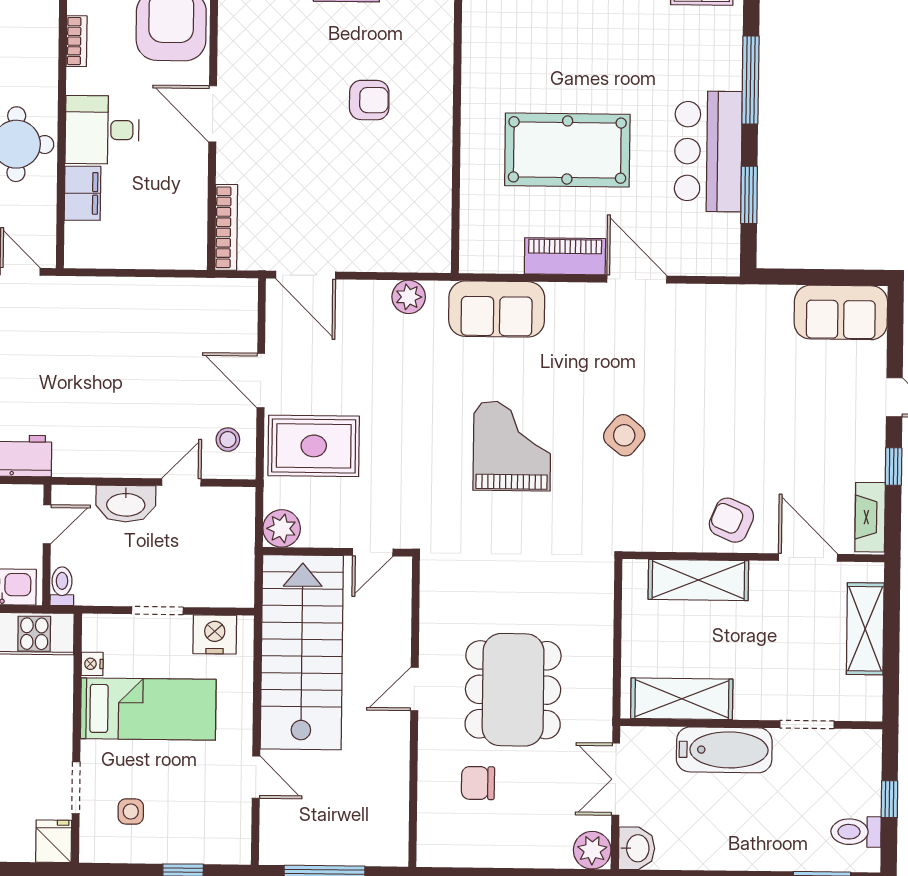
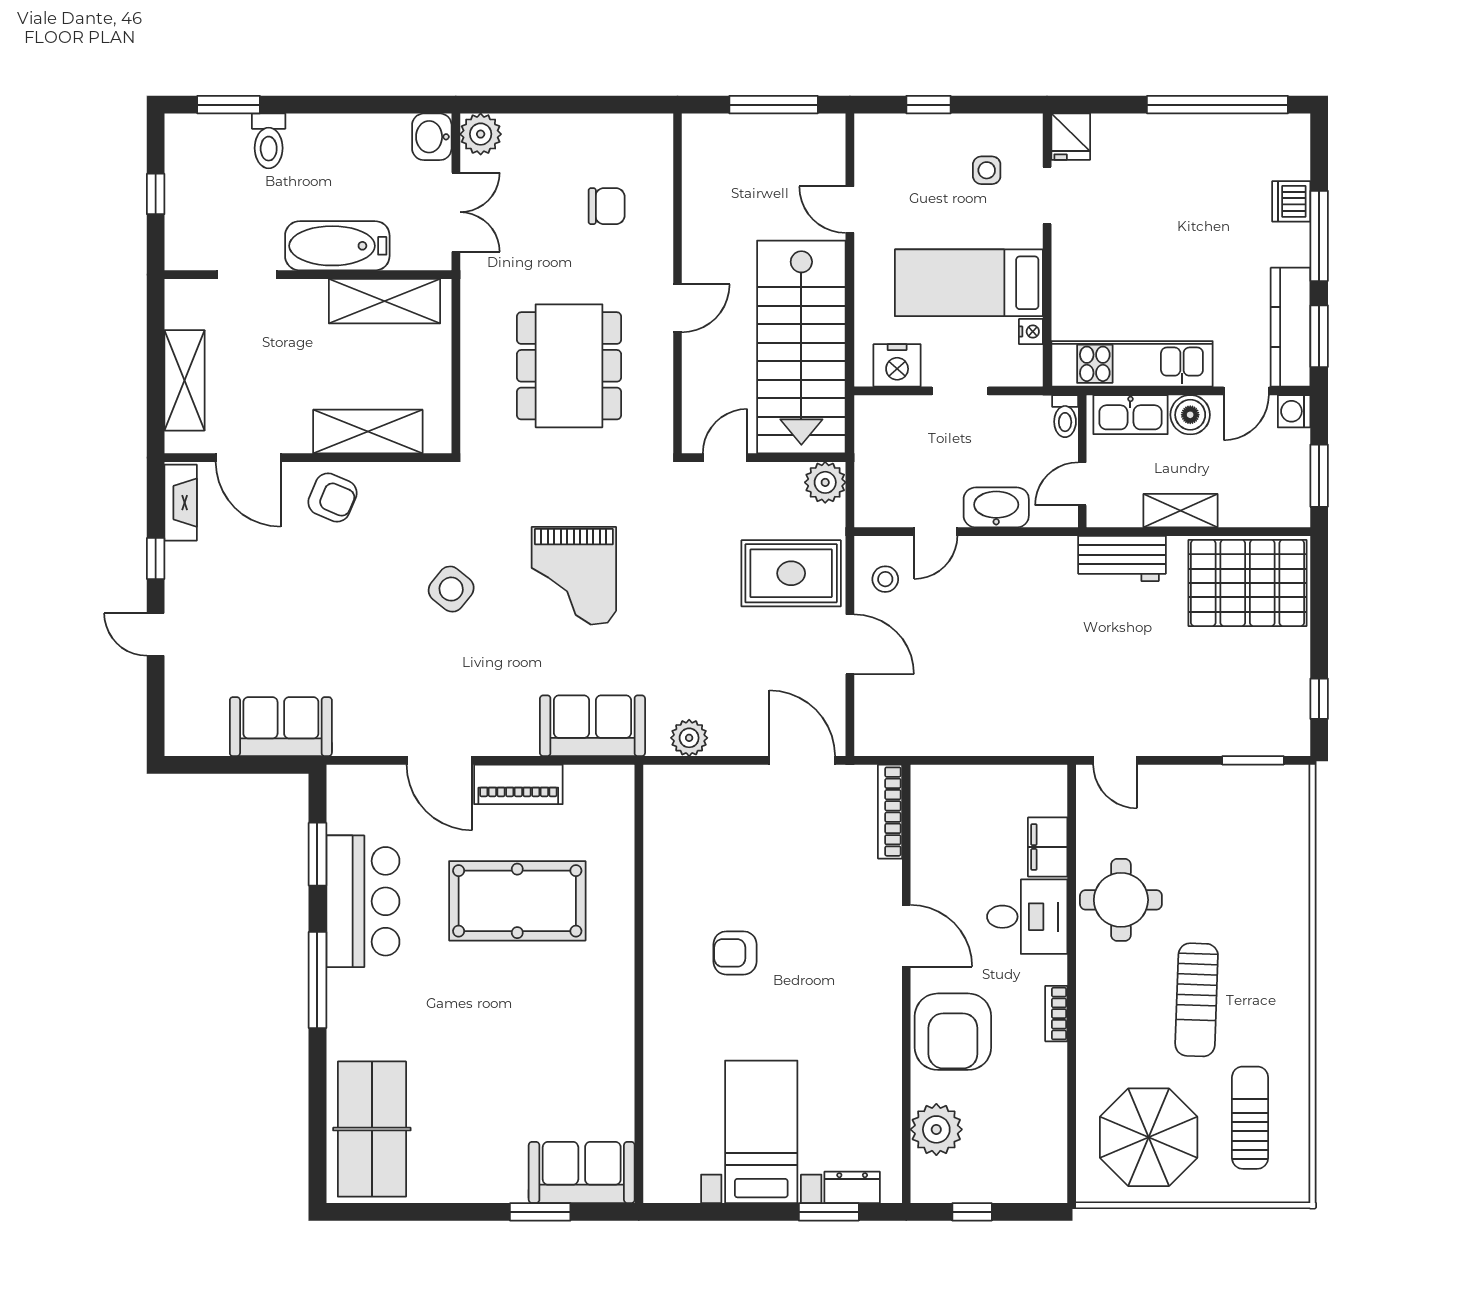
sofa: (841, 312) -> (281, 727), moved
dining table: (513, 690) -> (569, 366), moved
toilet: (856, 832) -> (269, 141), moved, turned 90

